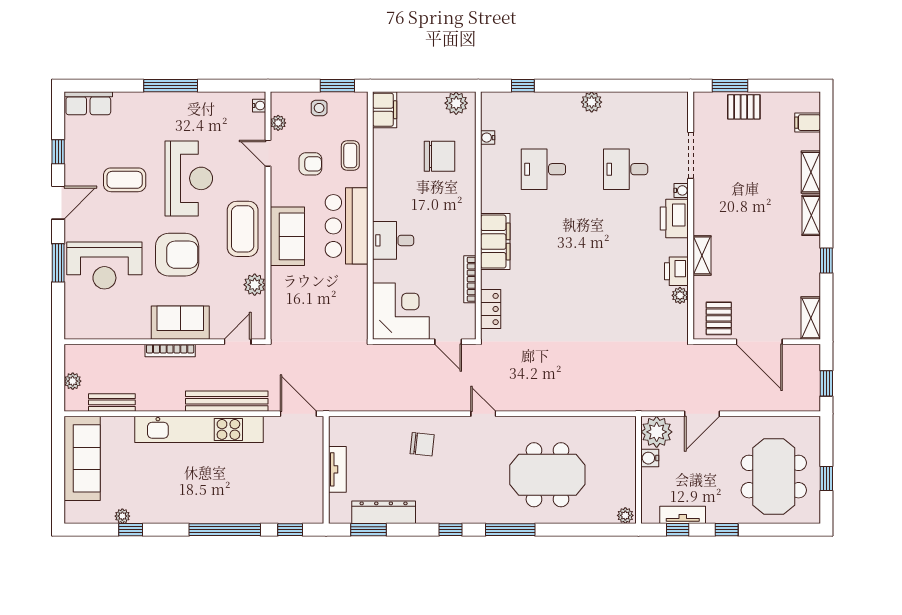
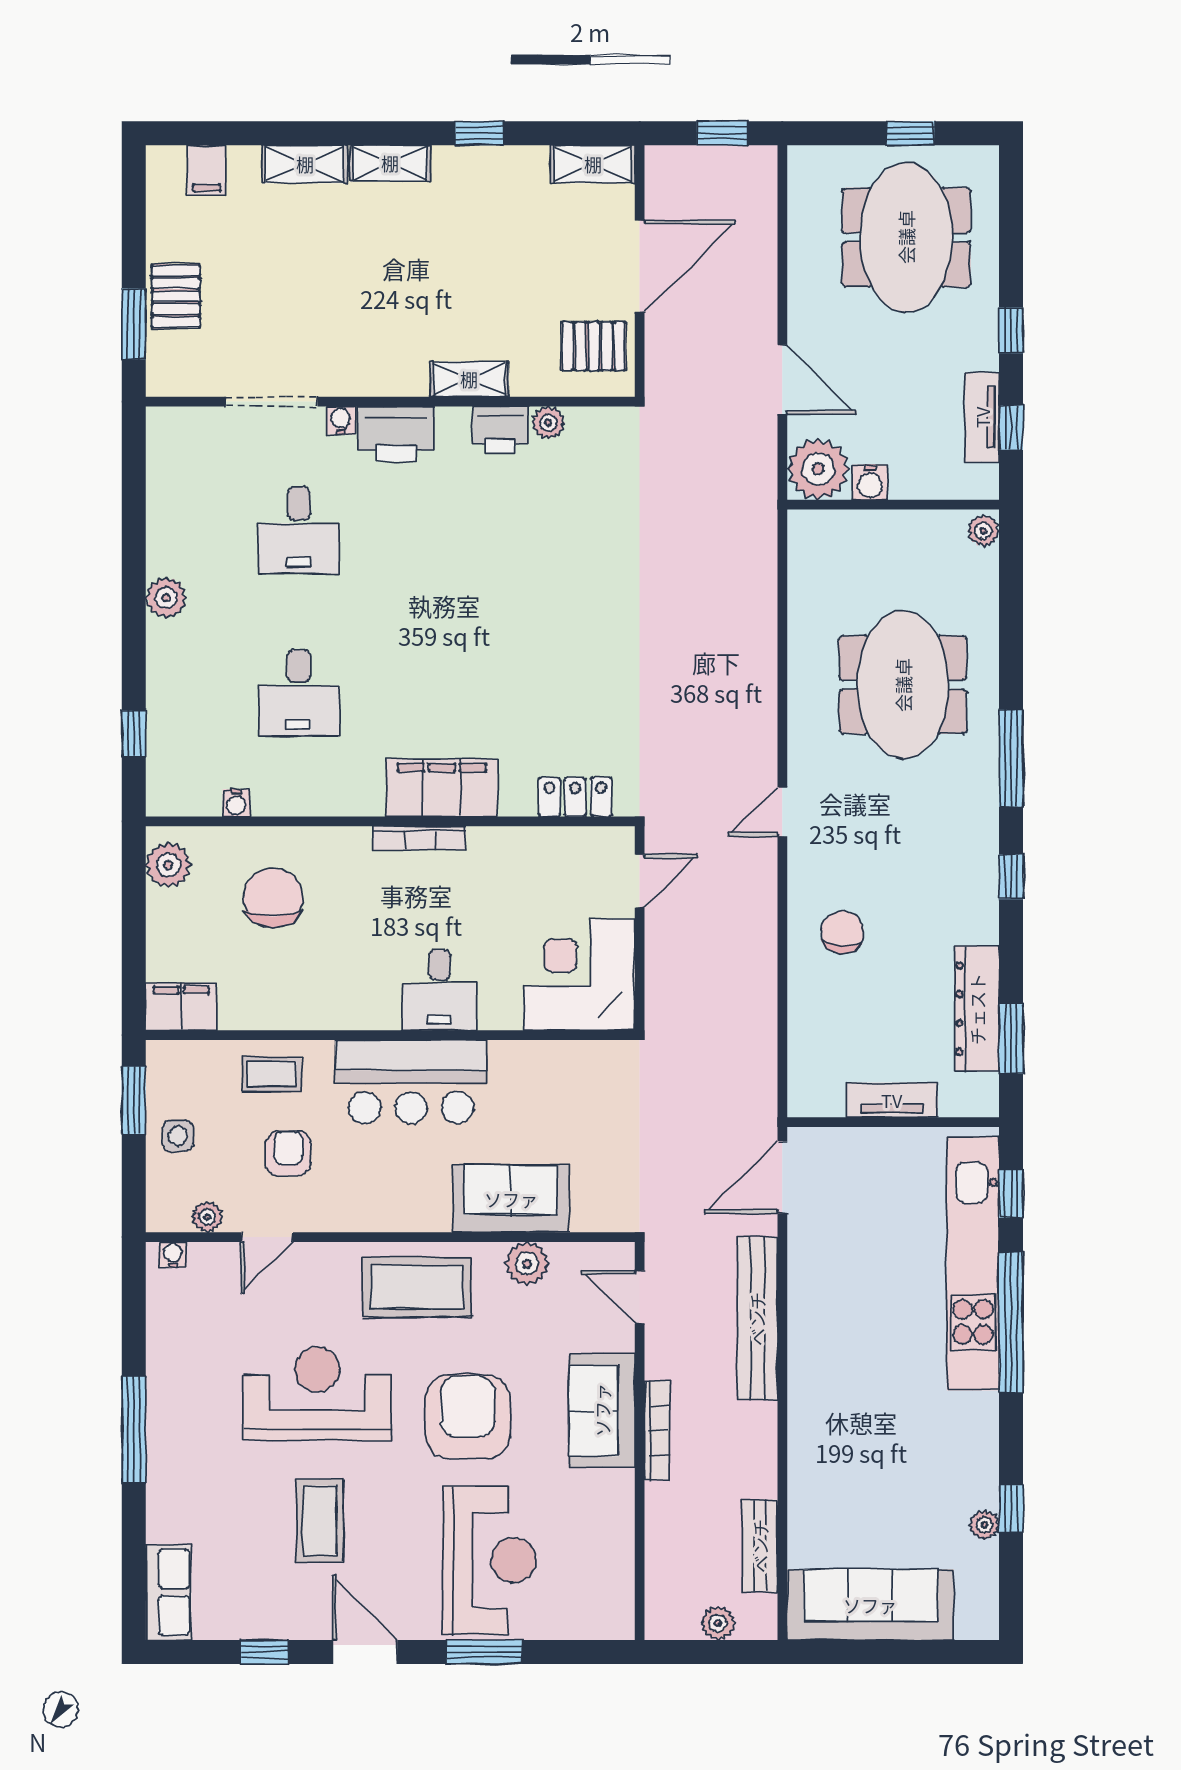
sofa: (287, 236) -> (511, 1199), moved
bookcase: (470, 279) -> (419, 838), moved
kitchen unit: (199, 429) -> (973, 1264), moved, turned 180
meeting table: (774, 477) -> (906, 237), turned 90

